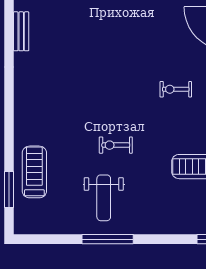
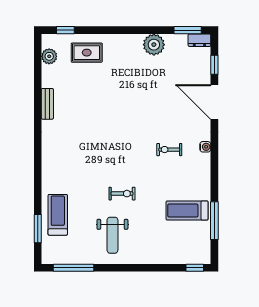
exercise bike: (116, 145) -> (122, 194), turned 180
window: (108, 239) -> (73, 268), moved

